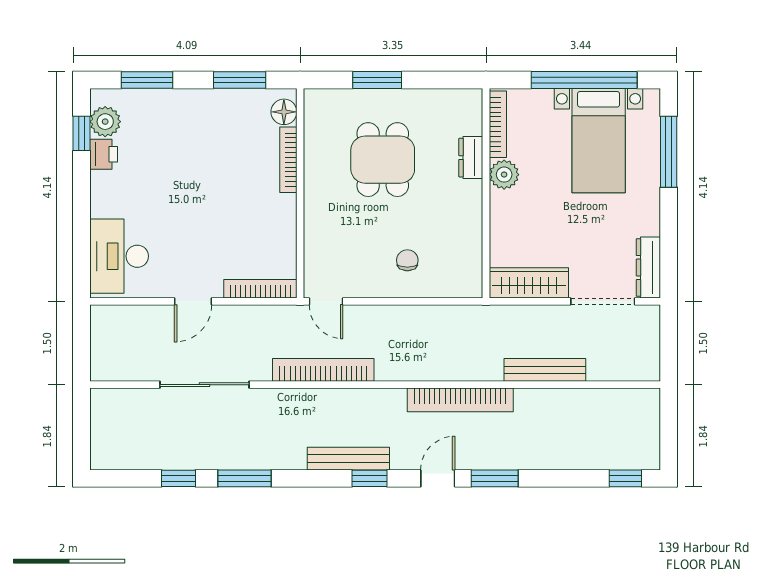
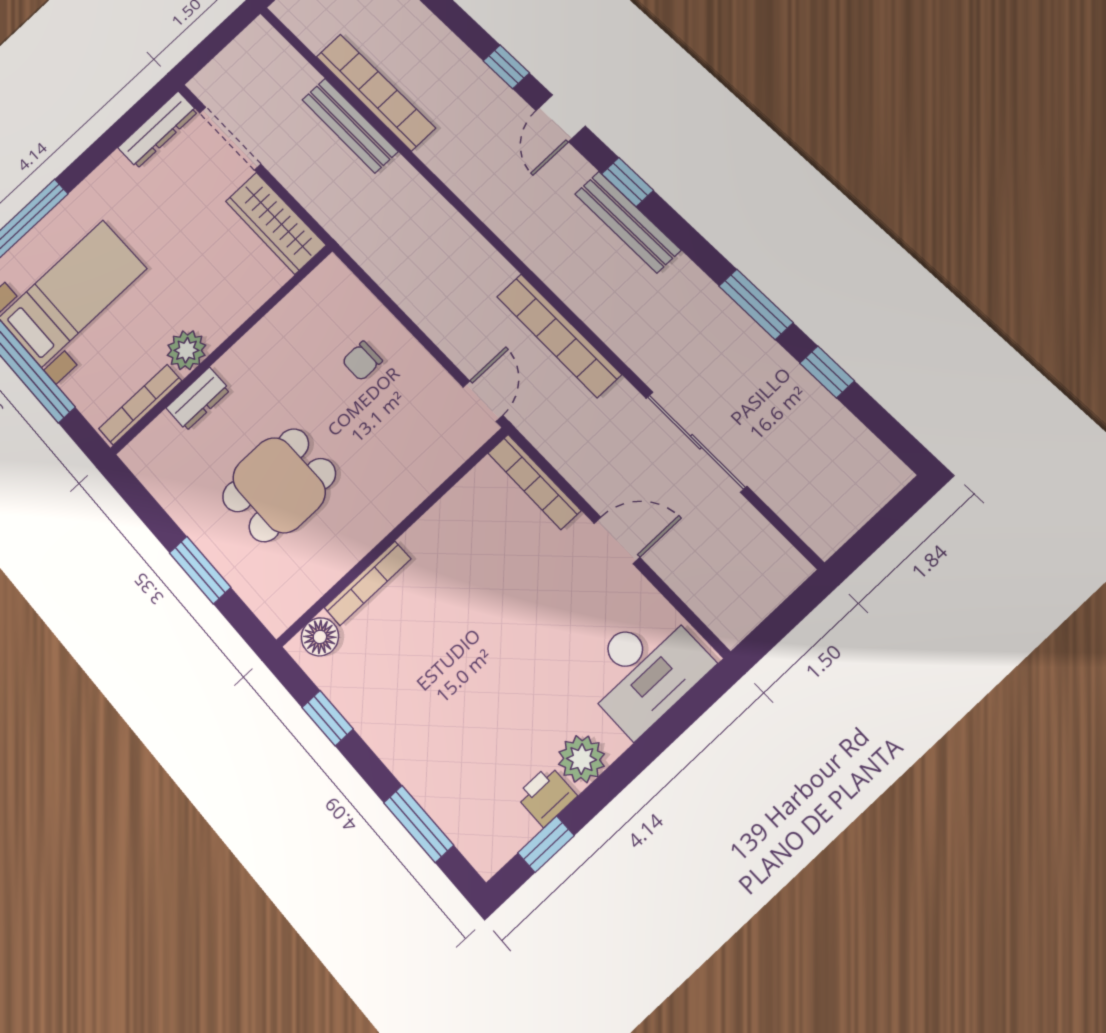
window: (240, 80) -> (328, 718), width x0.67
plant: (105, 122) -> (582, 759), moved
bookcase: (460, 400) -> (375, 92), moved
door: (438, 478) -> (561, 118), hinge flipped
window: (495, 478) -> (506, 67), width x0.67

